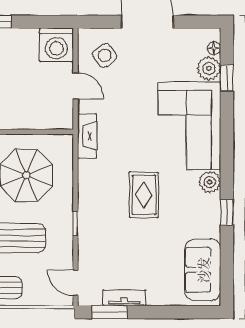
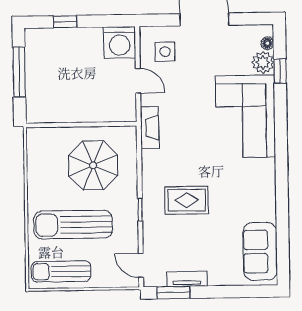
side table: (105, 55) -> (165, 52), turned 37
plant: (210, 182) -> (265, 169), removed
rug: (144, 195) -> (187, 200), moved, turned 90
window: (227, 212) -> (282, 197), removed

